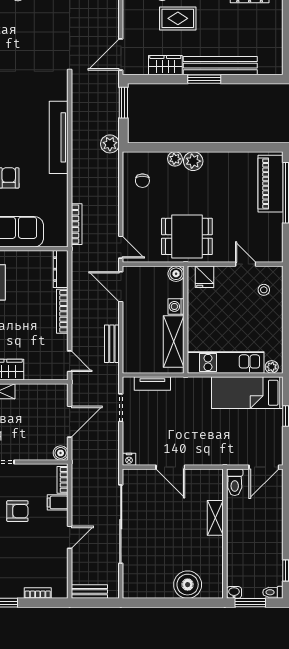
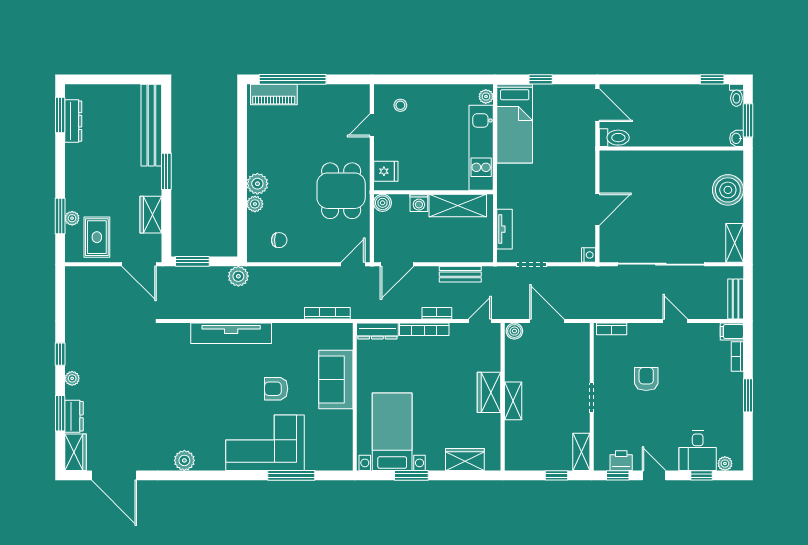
rug: (178, 18) -> (97, 237), moved
bench: (220, 66) -> (151, 125), moved
piano: (270, 184) -> (274, 95), width x0.73, depth x0.75
bookcase: (77, 323) -> (437, 313), added
boiler: (61, 453) -> (514, 331), moved
filing cabinet: (58, 502) -> (732, 331), moved, turned 90
shelving: (215, 518) -> (735, 243), moved, turned 90

